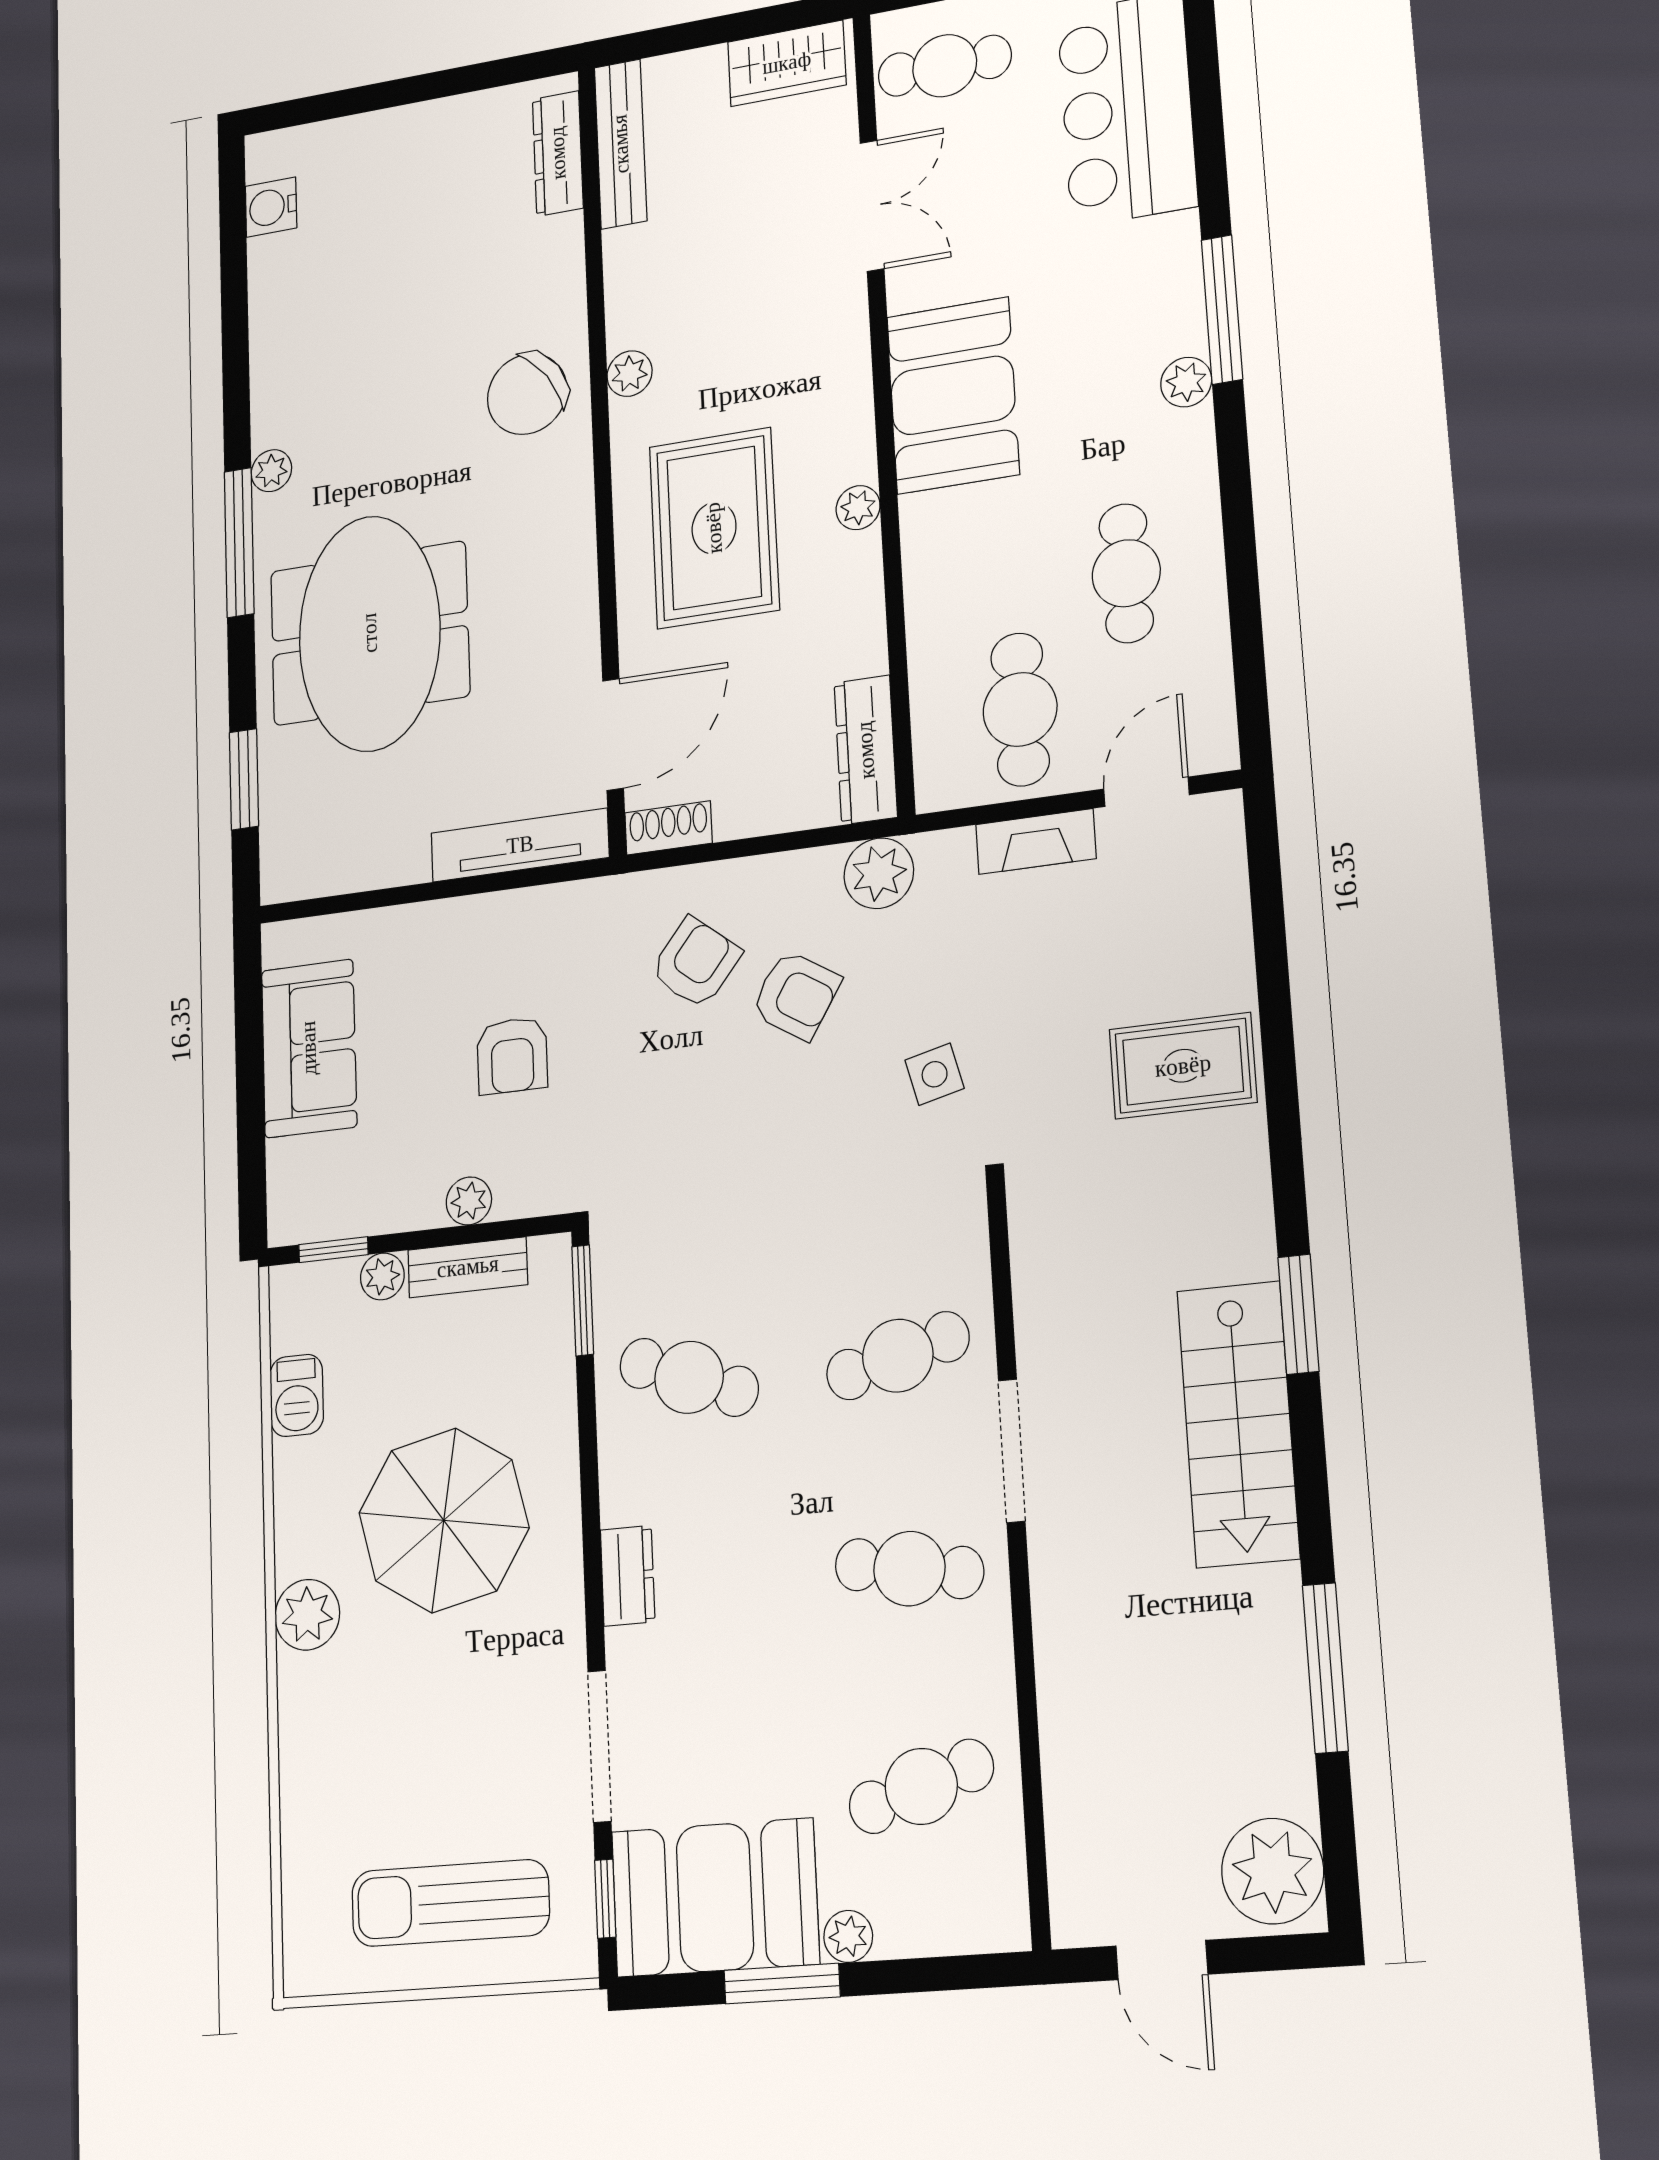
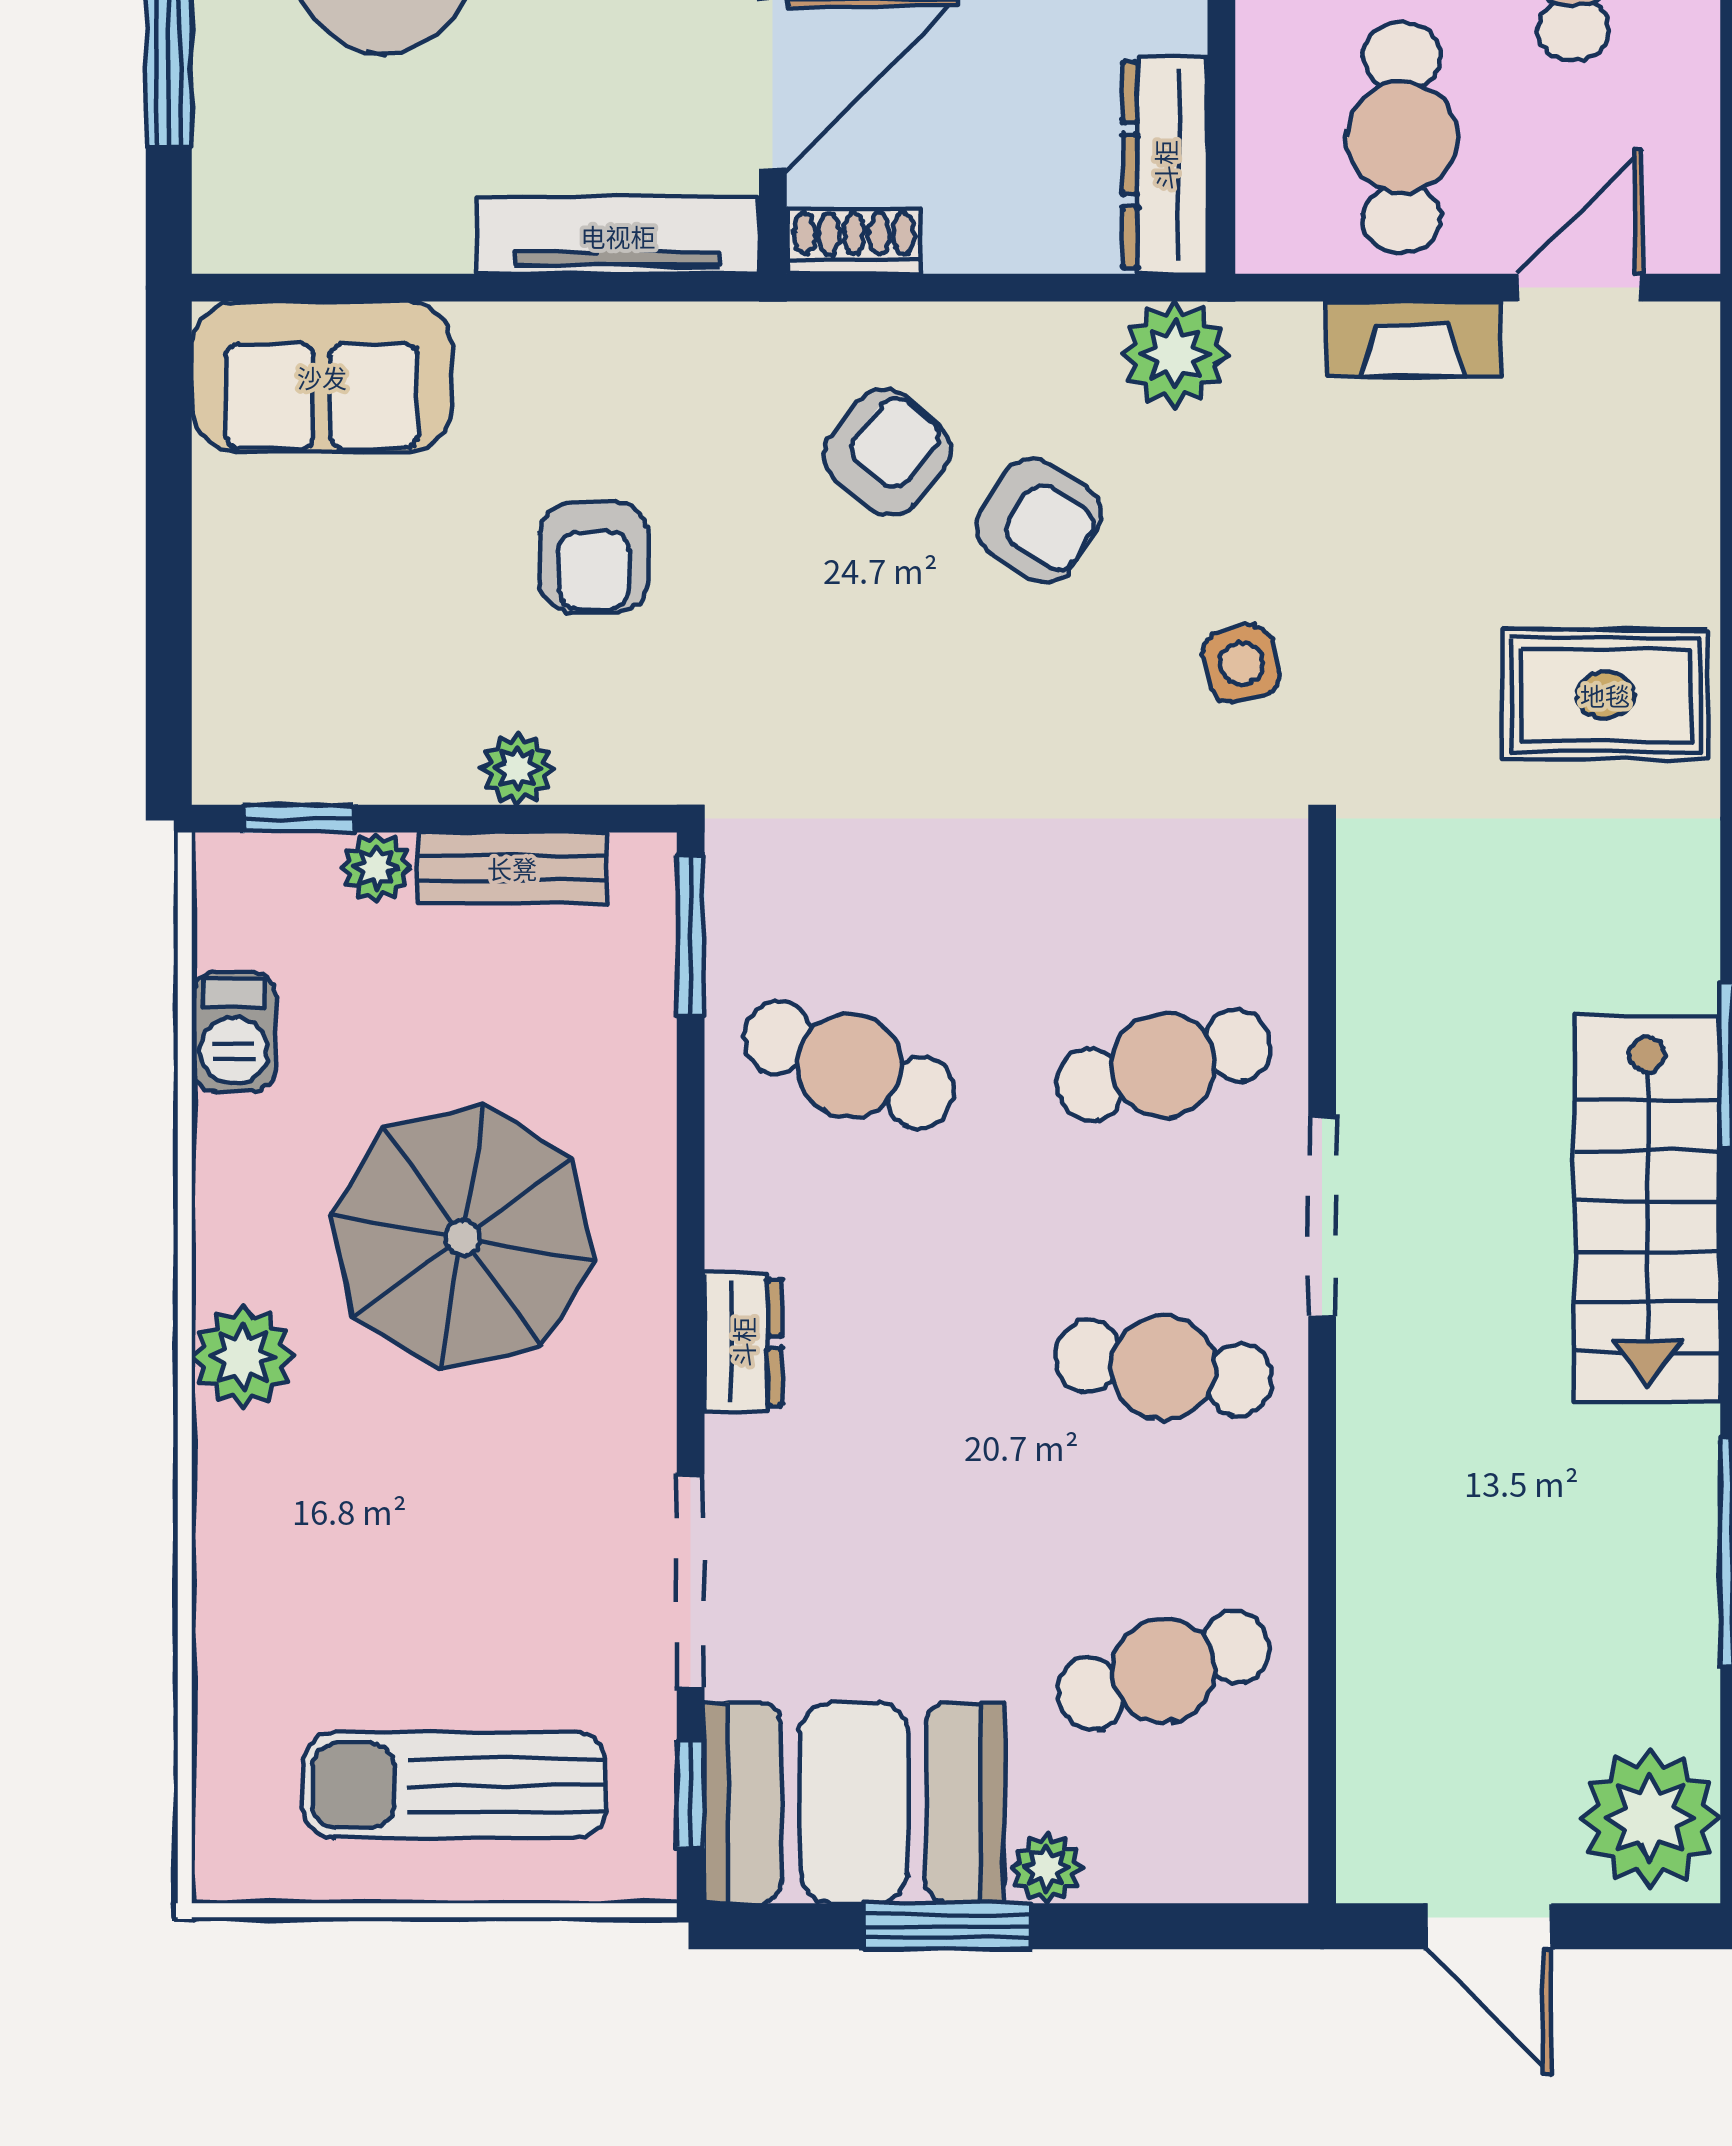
sofa: (309, 1048) -> (322, 377), moved, turned 90

